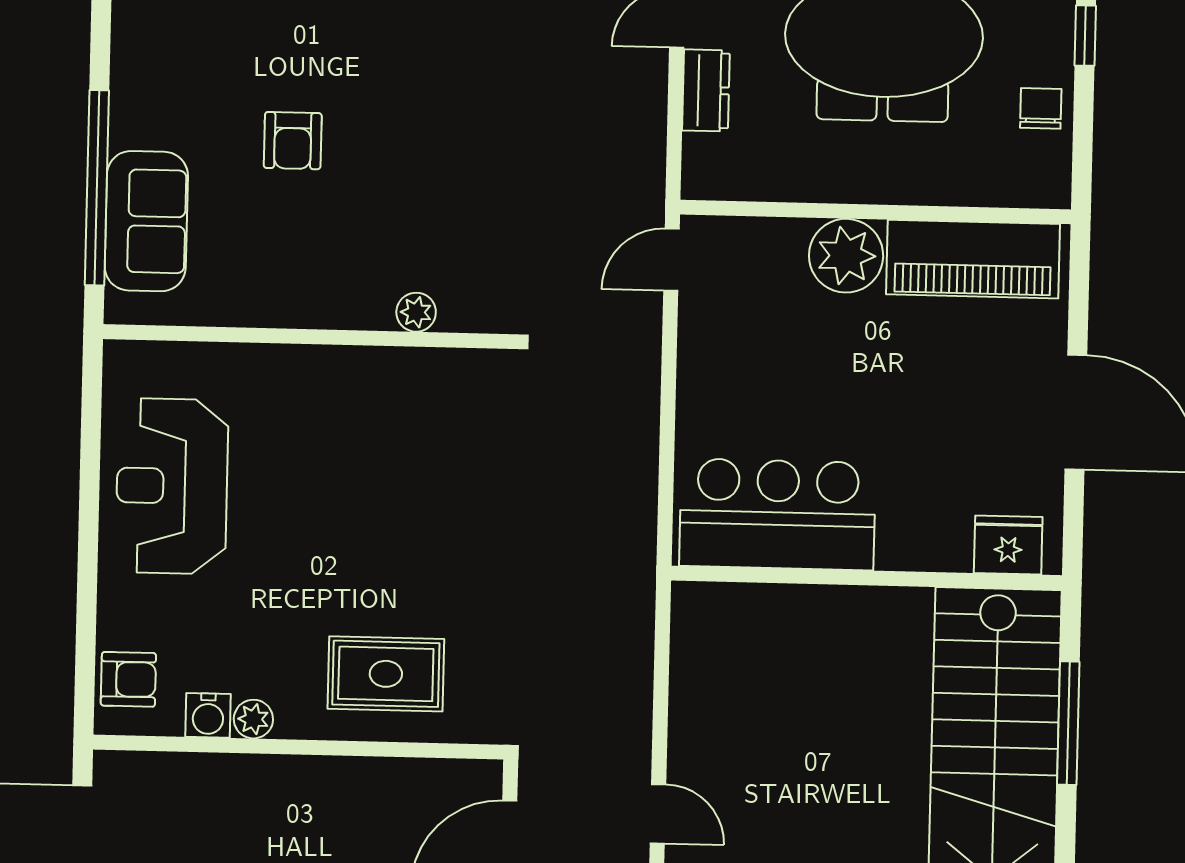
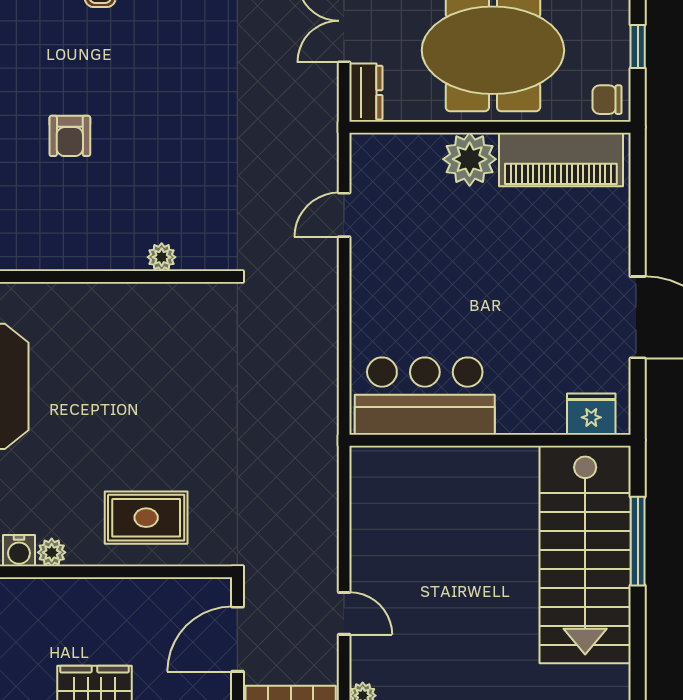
chair: (1041, 108) -> (607, 100), turned -90
wall: (876, 212) -> (490, 127), moved
plant: (846, 256) -> (470, 159), moved
piano: (973, 259) -> (561, 159), moved

